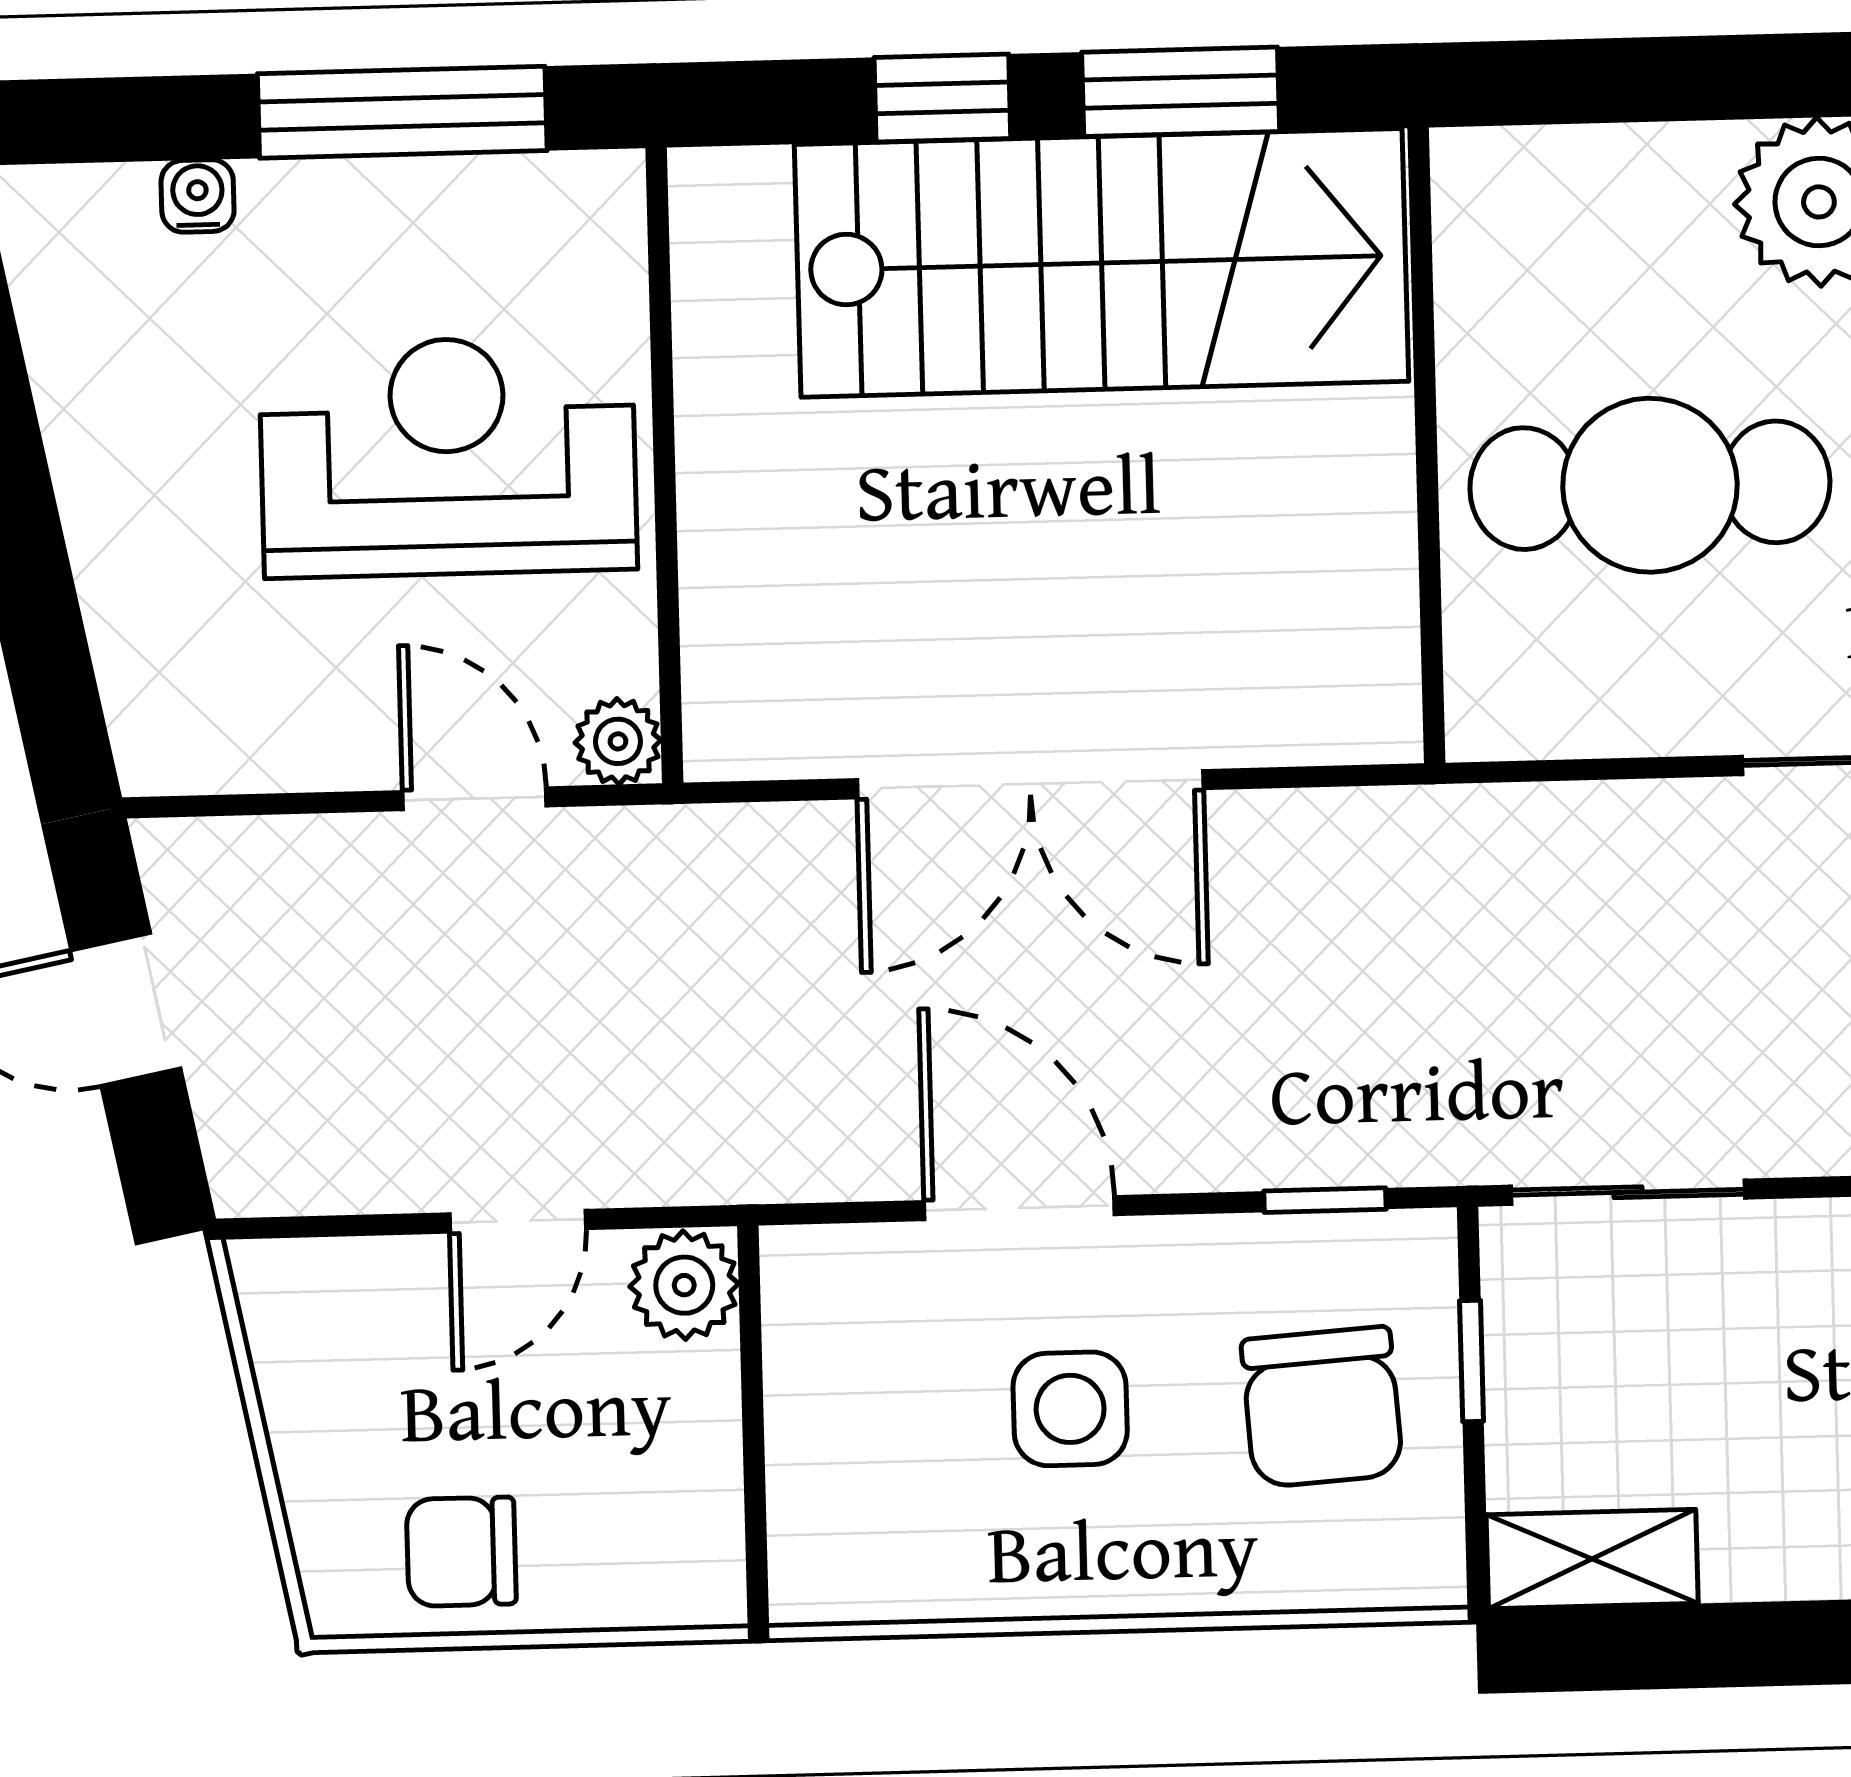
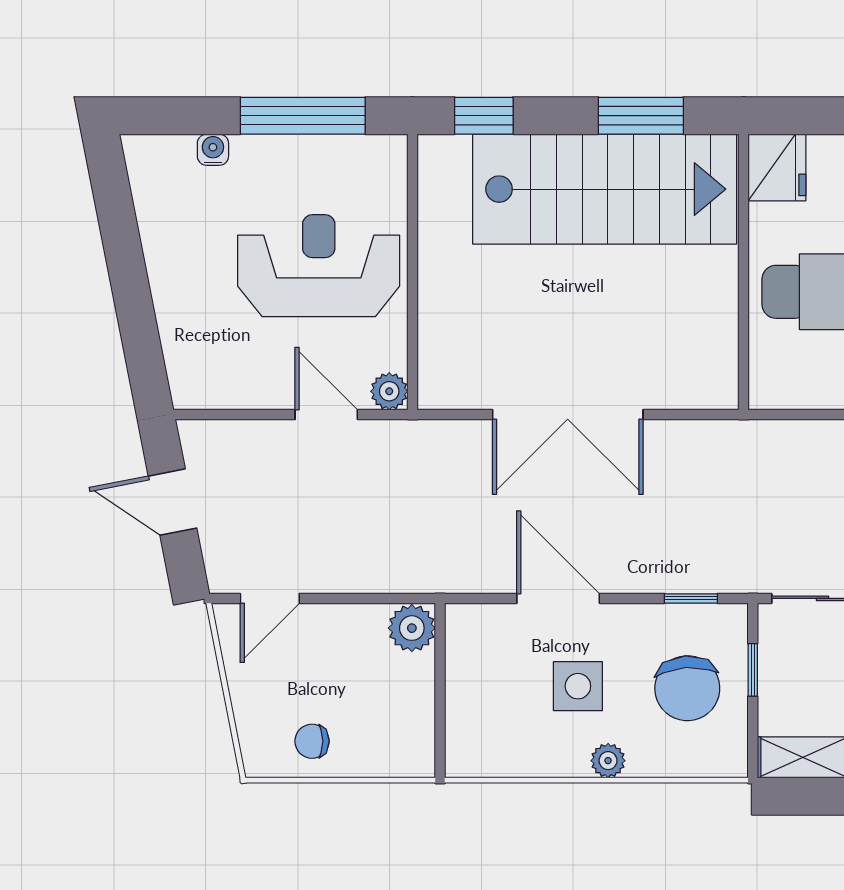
window: (942, 98) -> (484, 116), moved
fridge: (1497, 203) -> (777, 168), added
door: (518, 1221) -> (270, 598), moved
chair: (461, 1552) -> (312, 741), width x0.73, depth x0.73
plant: (1144, 1578) -> (608, 761), added

